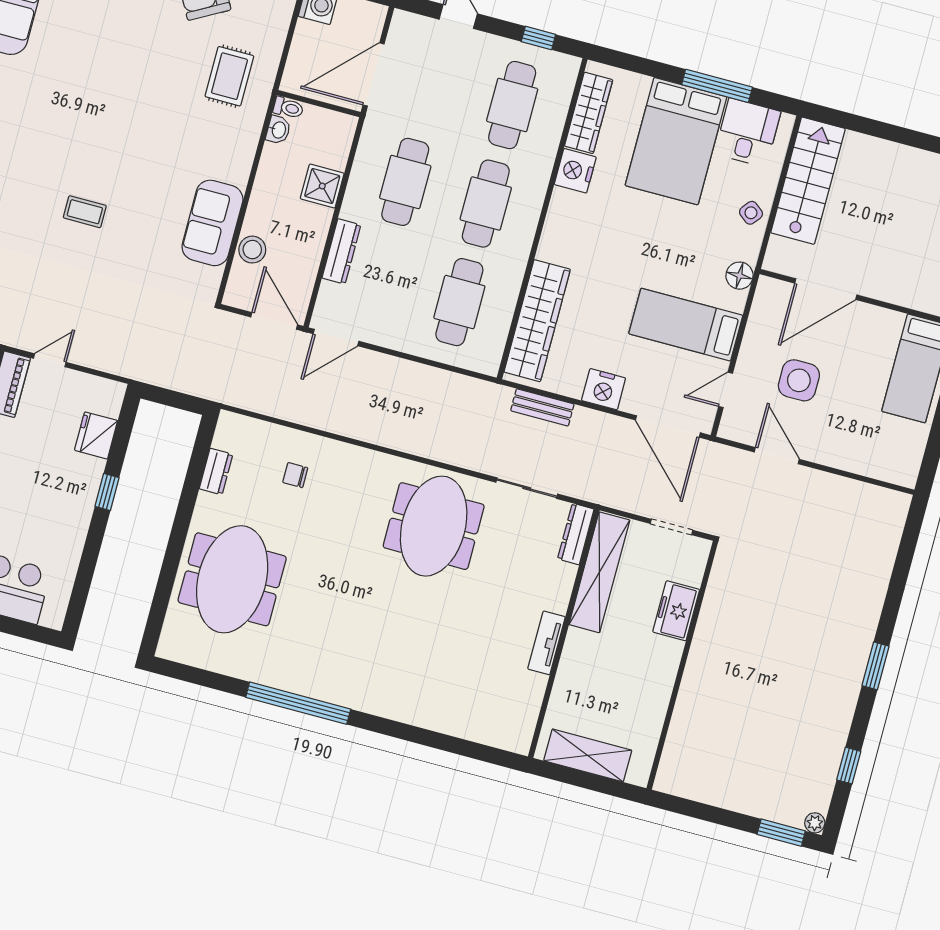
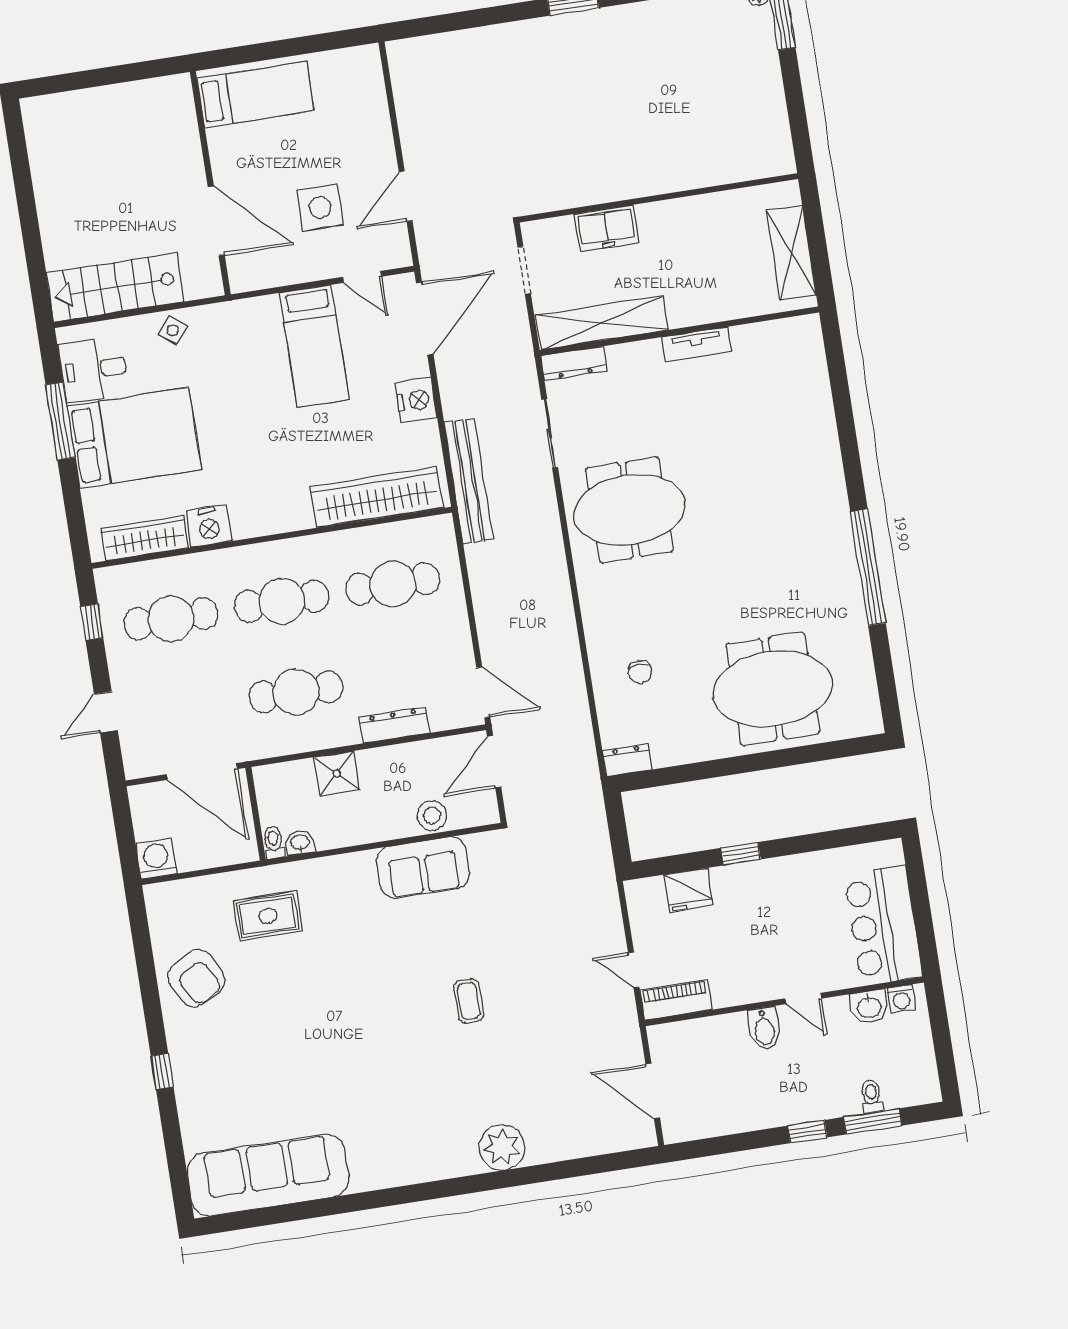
floor lamp: (740, 276) -> (241, 314), removed
bench: (542, 407) -> (469, 481), width x1.86, depth x1.21
dresser: (216, 472) -> (627, 760), moved

